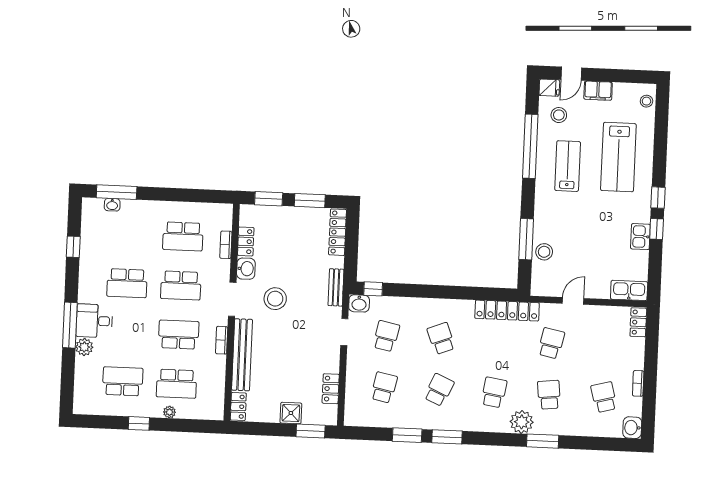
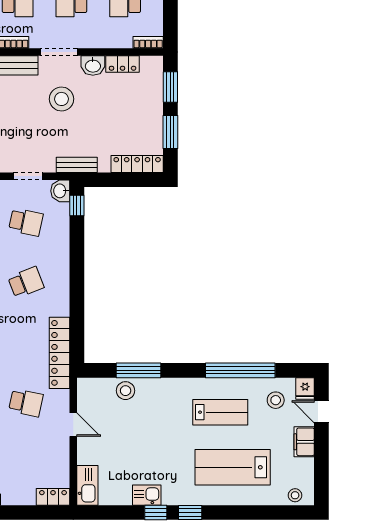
bookcase: (226, 245) -> (148, 42), moved

